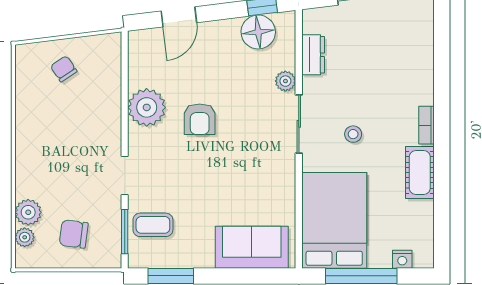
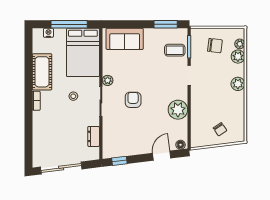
floor lamp: (258, 32) -> (181, 145), moved, width x0.53, depth x0.53
plant: (285, 81) -> (108, 80), moved
armchair: (200, 119) -> (133, 100), moved
plant: (28, 158) -> (238, 84), added
cot: (420, 173) -> (42, 72), width x1.37, depth x1.34

